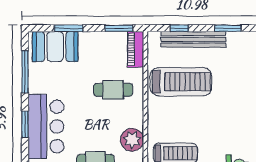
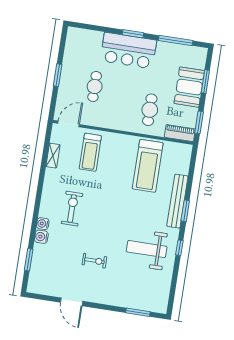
window: (179, 28) -> (191, 171), removed
bench: (193, 39) -> (177, 201), moved
booth: (55, 47) -> (189, 87), moved
plant: (132, 140) -> (107, 119), removed

